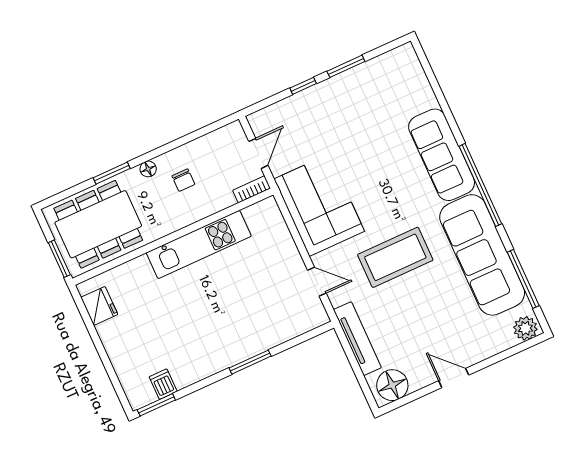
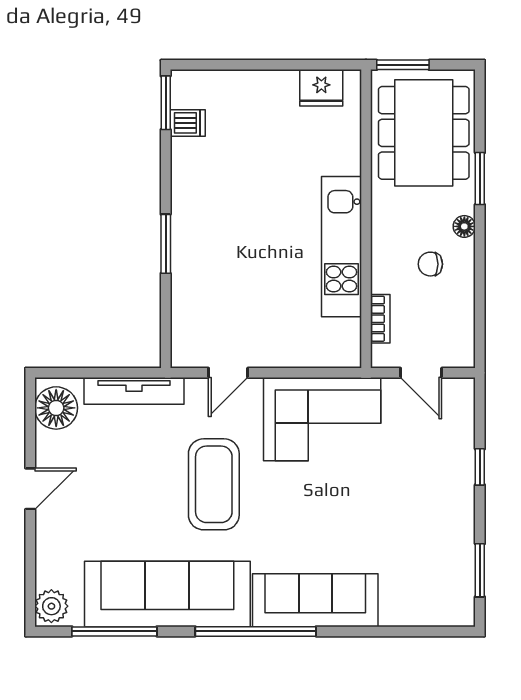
window: (346, 66) -> (480, 570), moved
bookcase: (252, 189) -> (380, 319), moved

